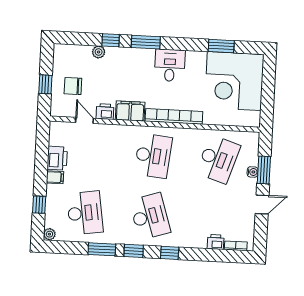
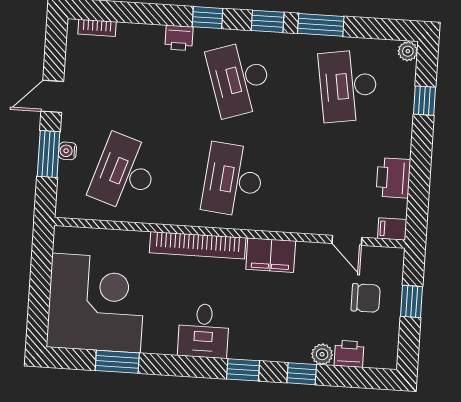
window: (146, 42) -> (243, 370), width x0.67
printer: (105, 112) -> (349, 354), moved, turned 180
filing cabinet: (55, 177) -> (392, 229), moved
printer: (216, 242) -> (179, 38), moved

